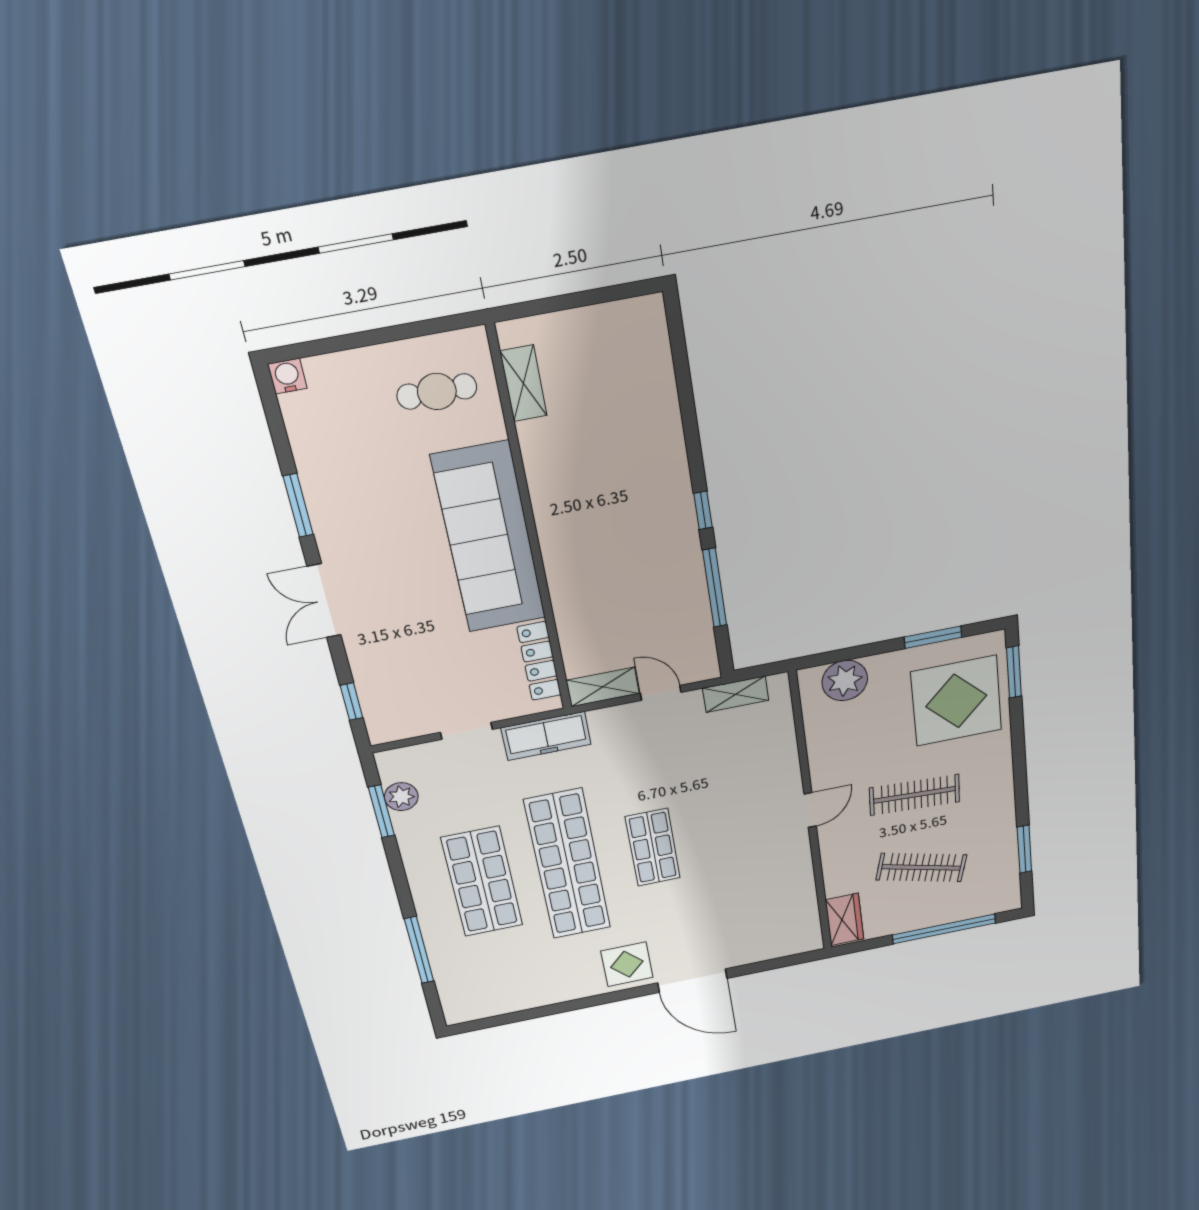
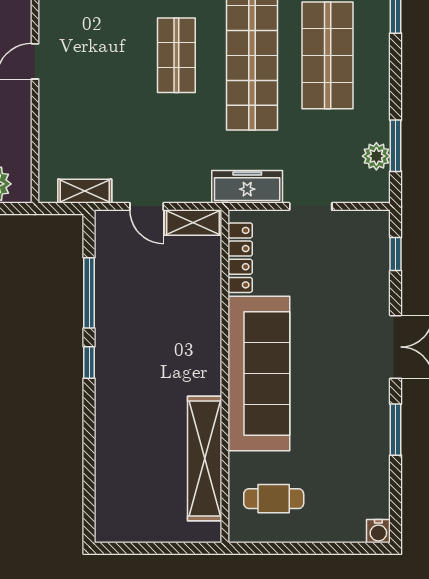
shelving: (523, 383) -> (205, 459), width x2.20, depth x1.33

